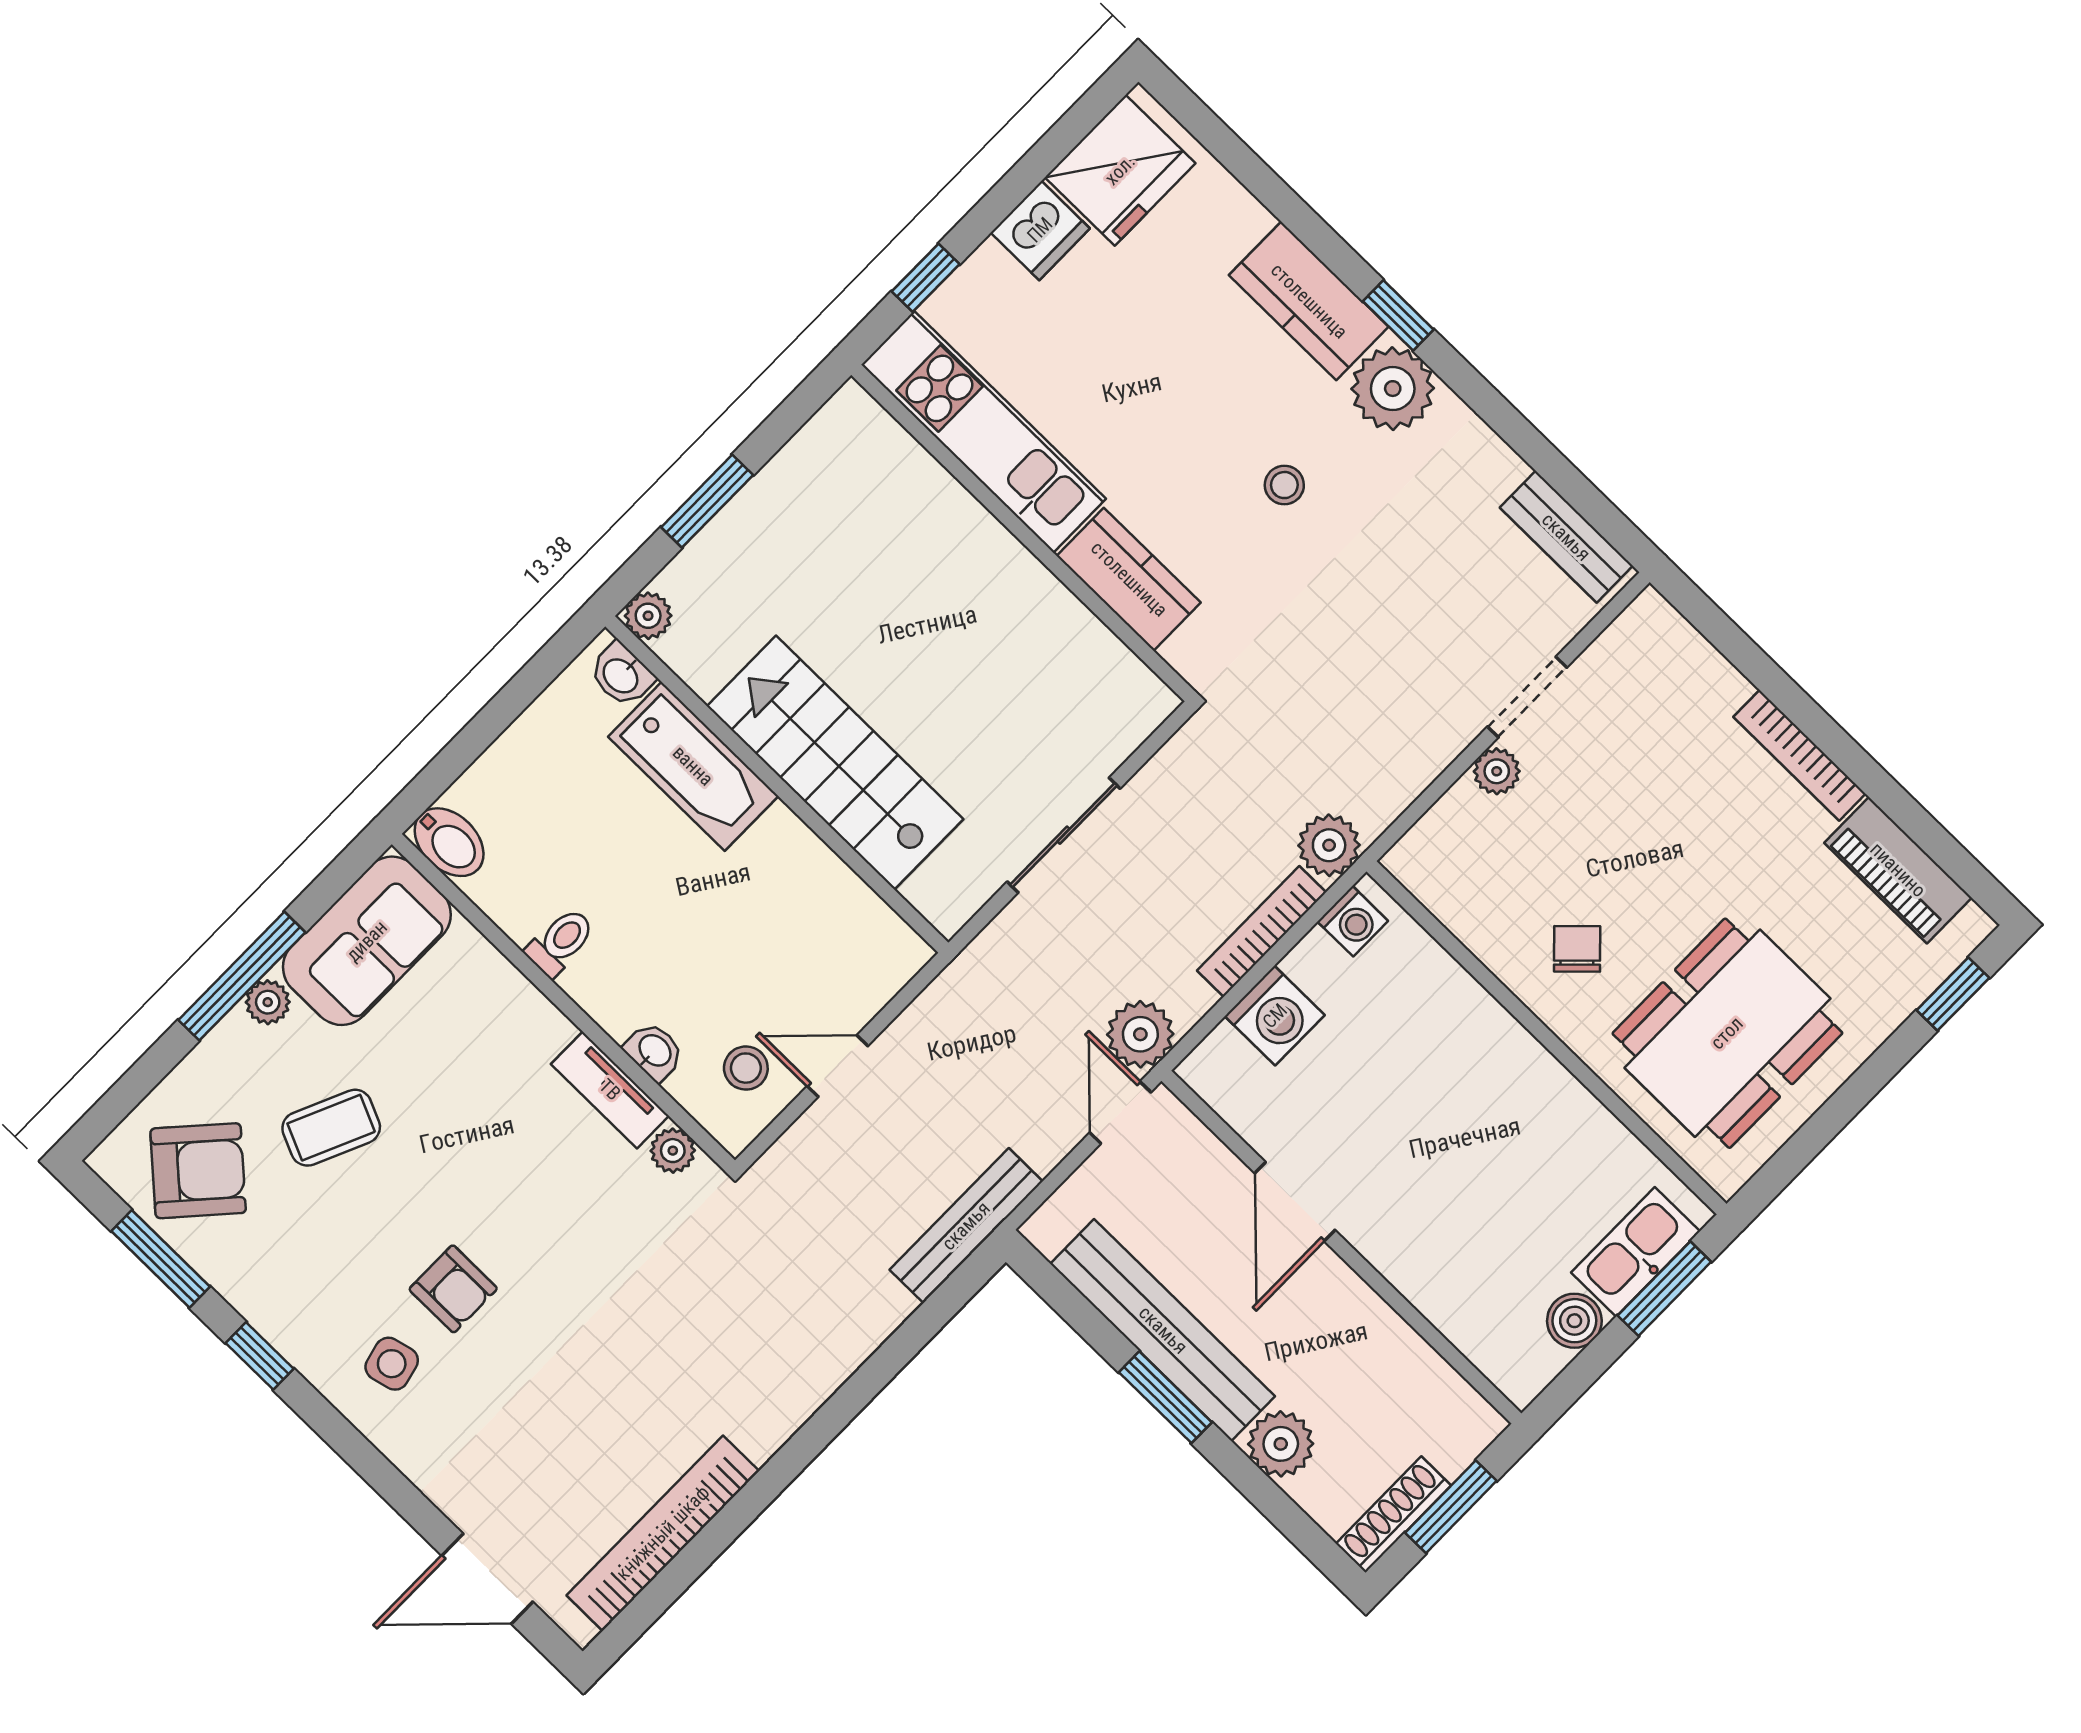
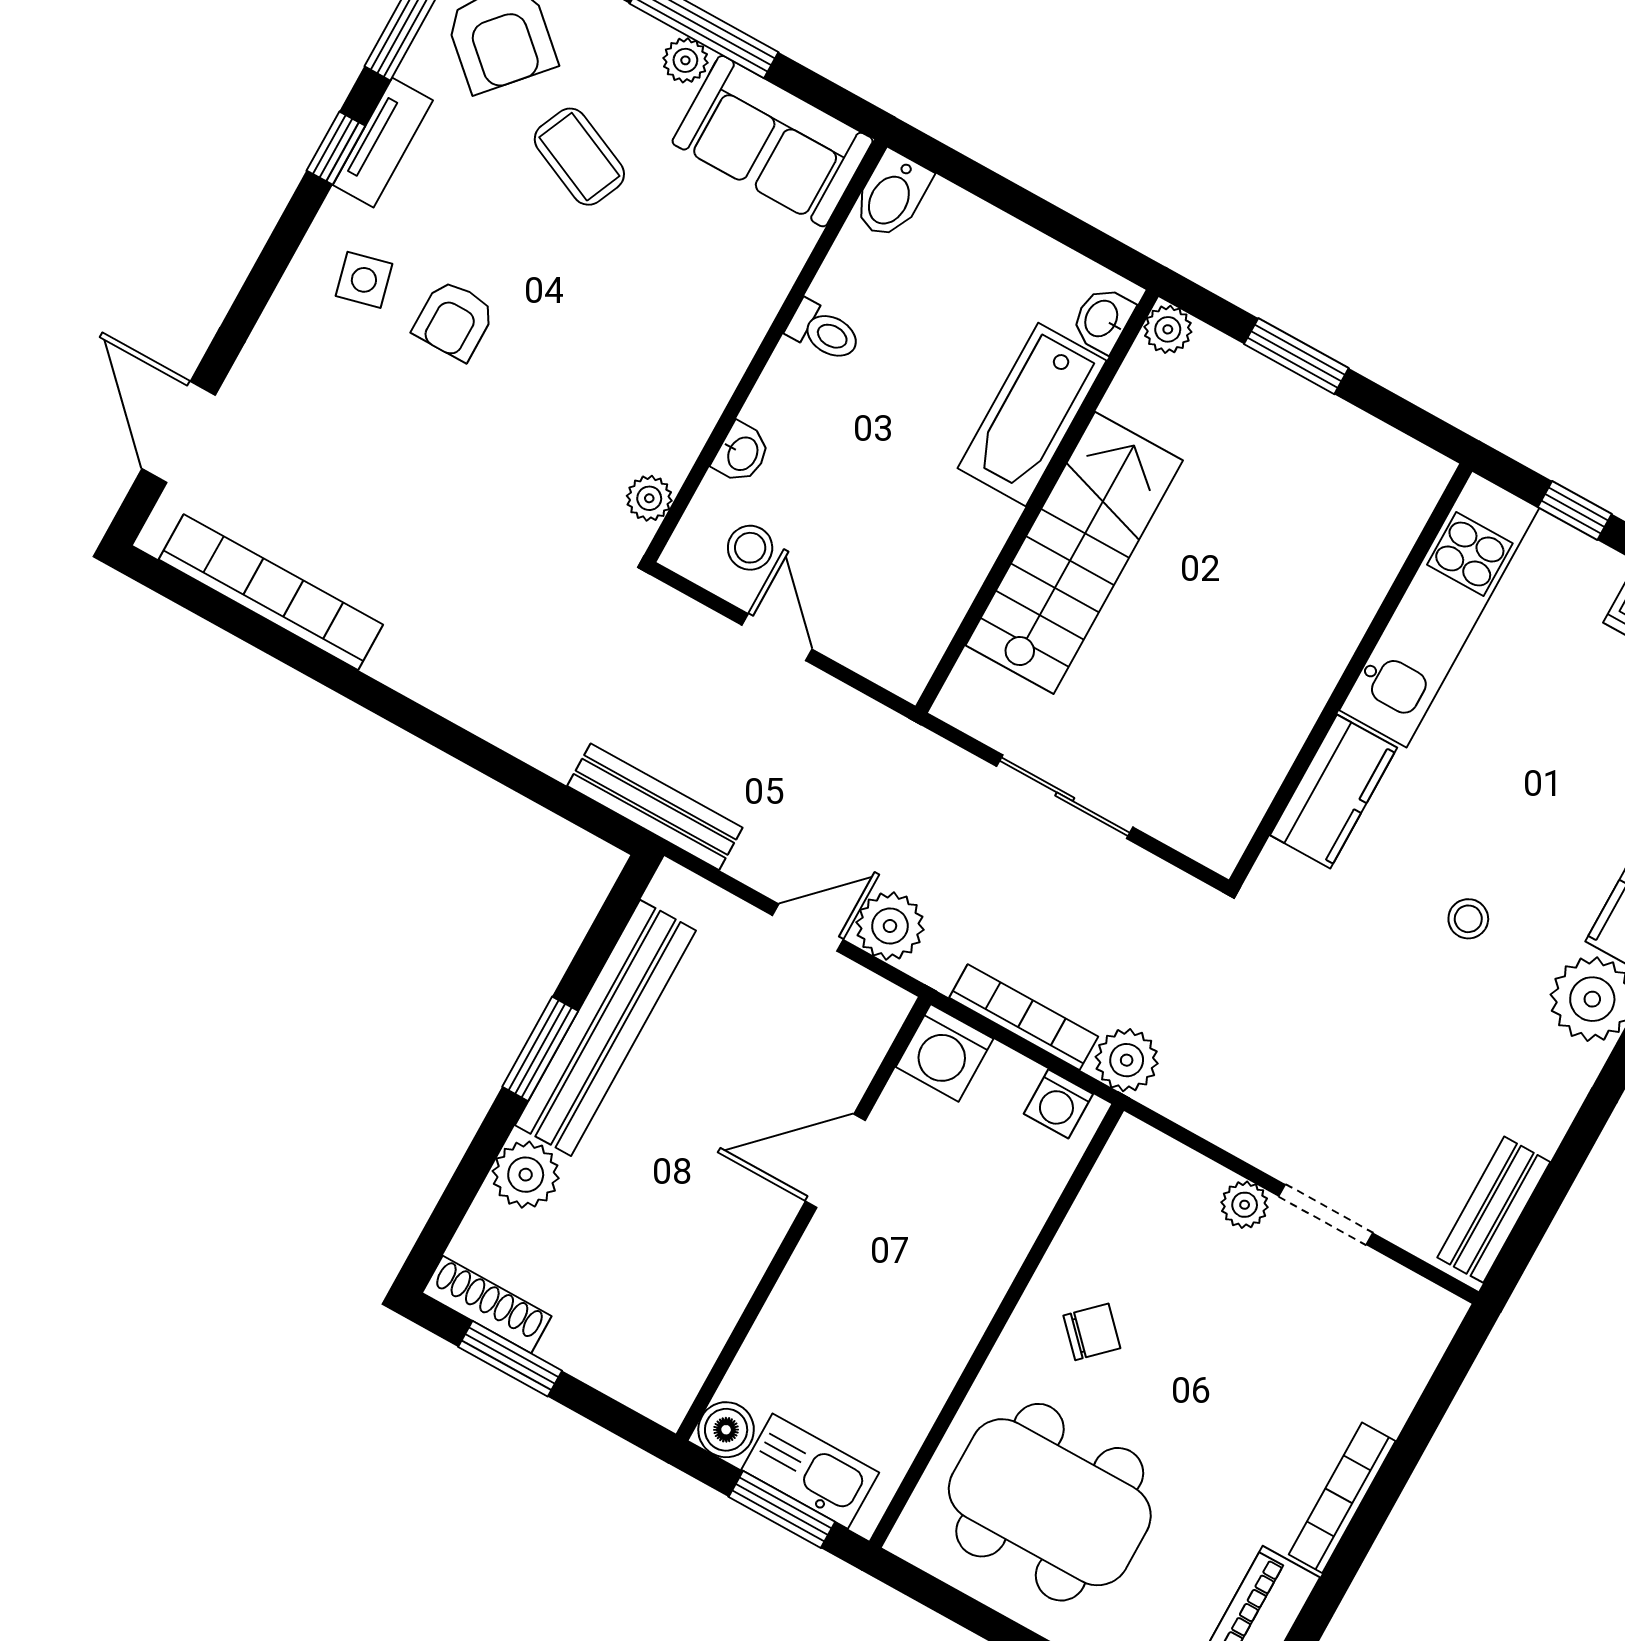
tv unit: (610, 1090) -> (383, 143), moved, turned 180
door: (1295, 1202) -> (835, 1161), moved
wall: (1341, 1247) -> (803, 1219), moved

